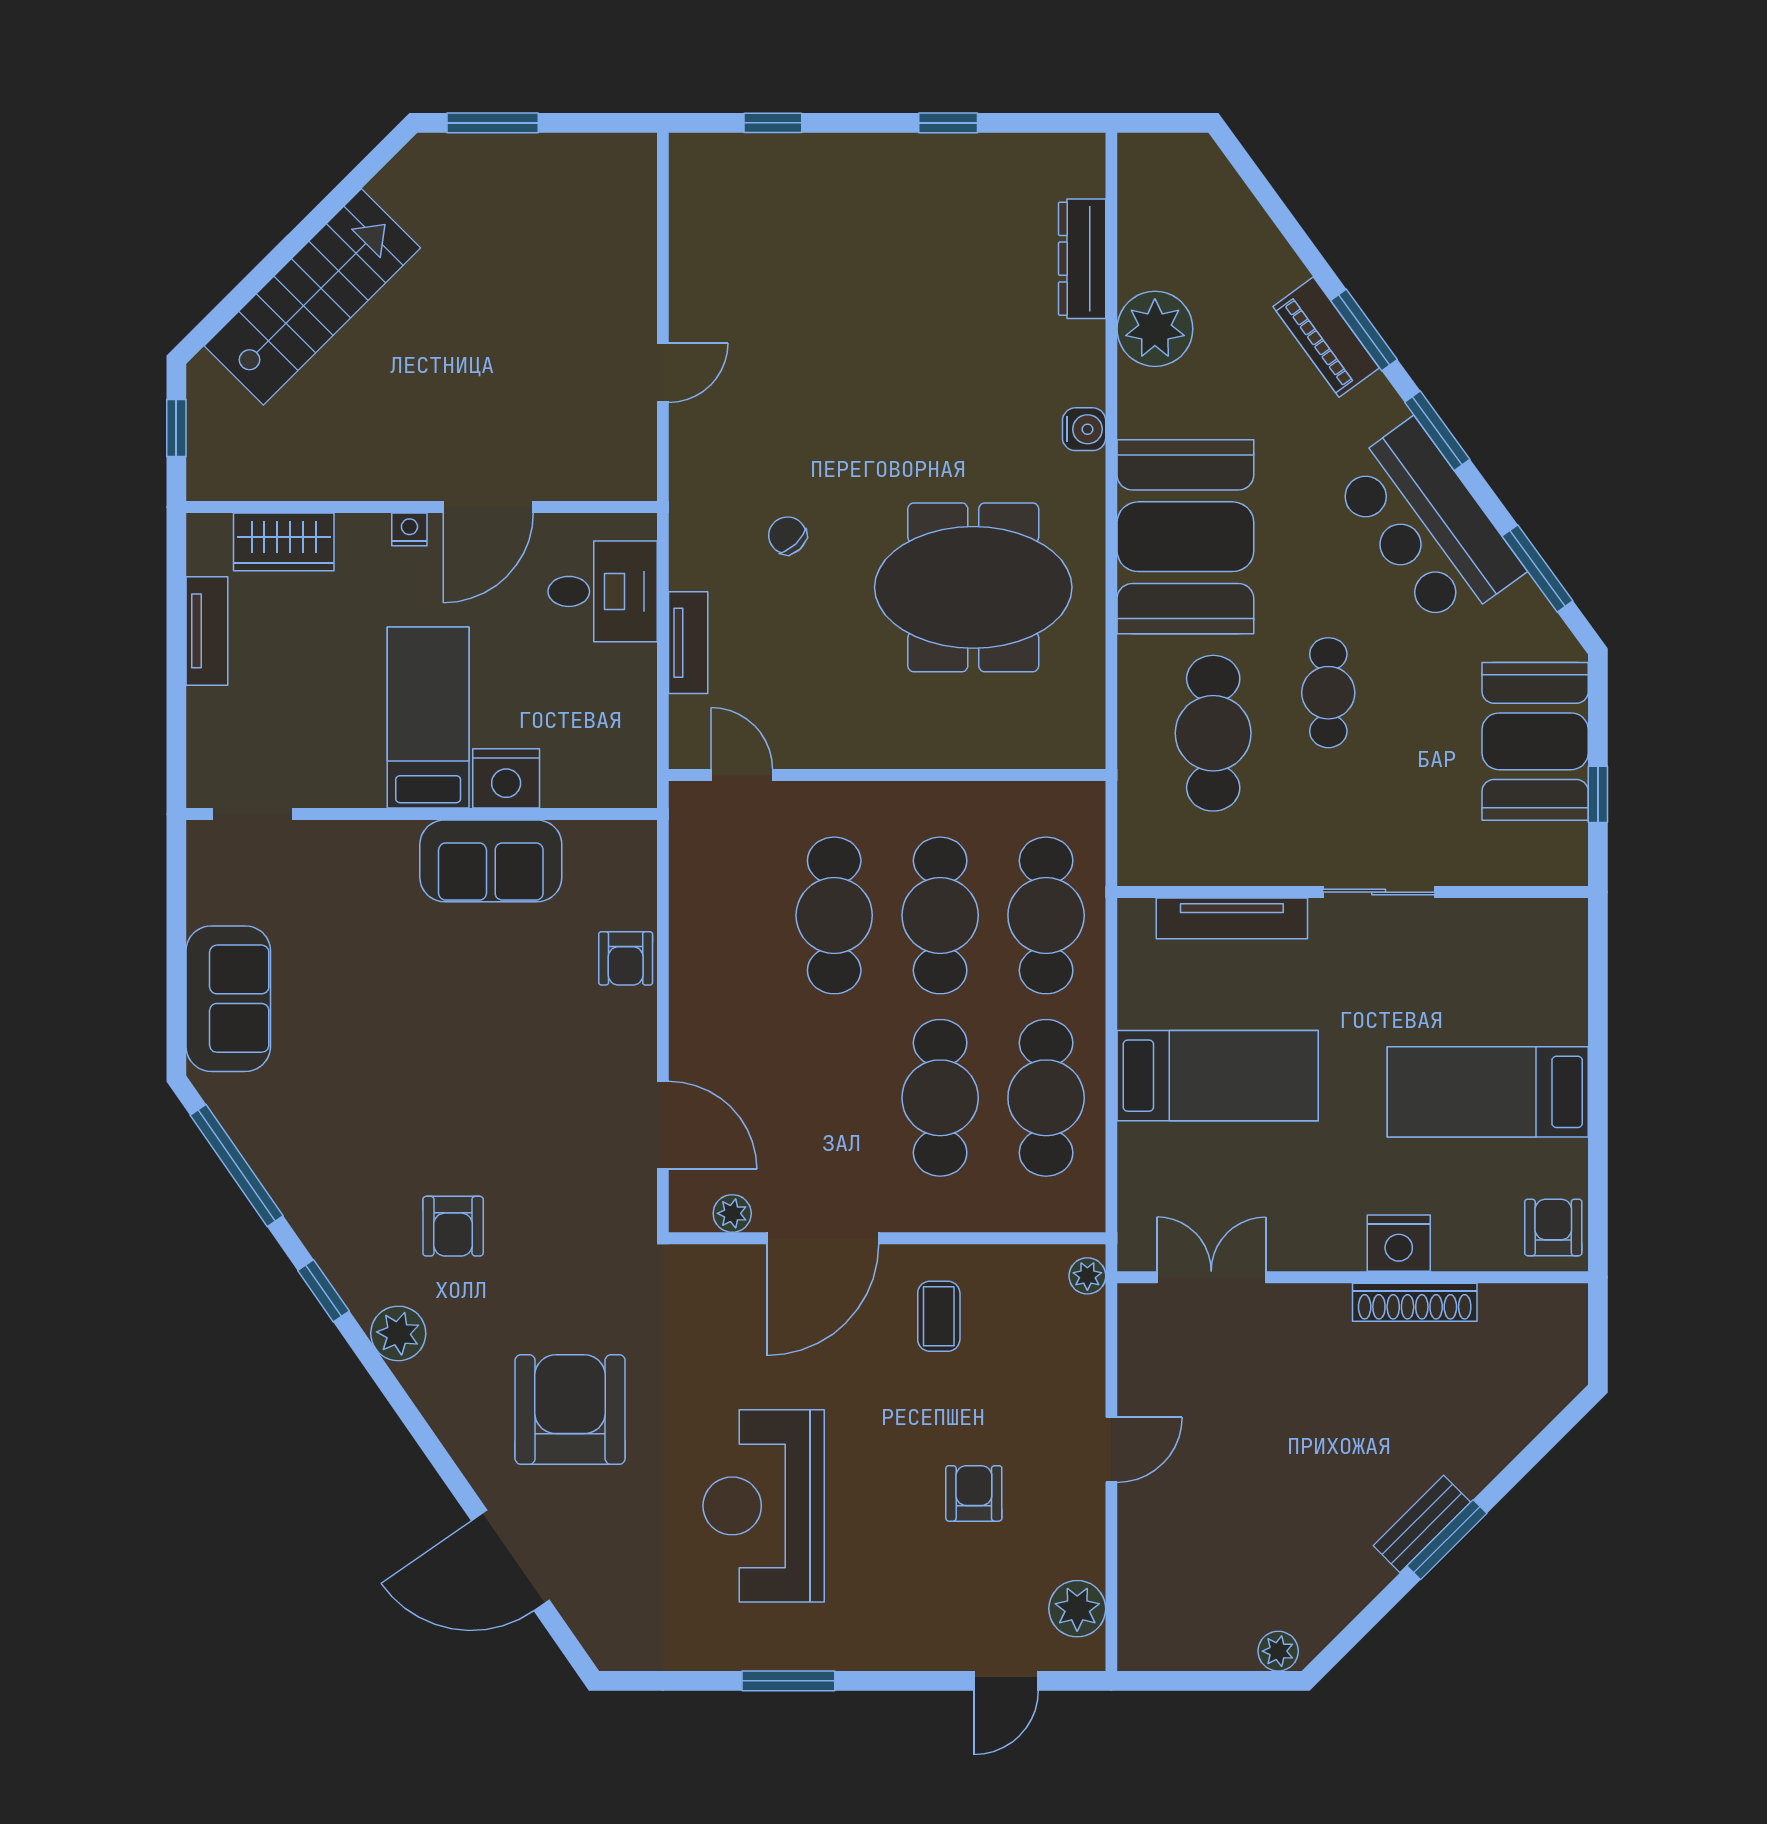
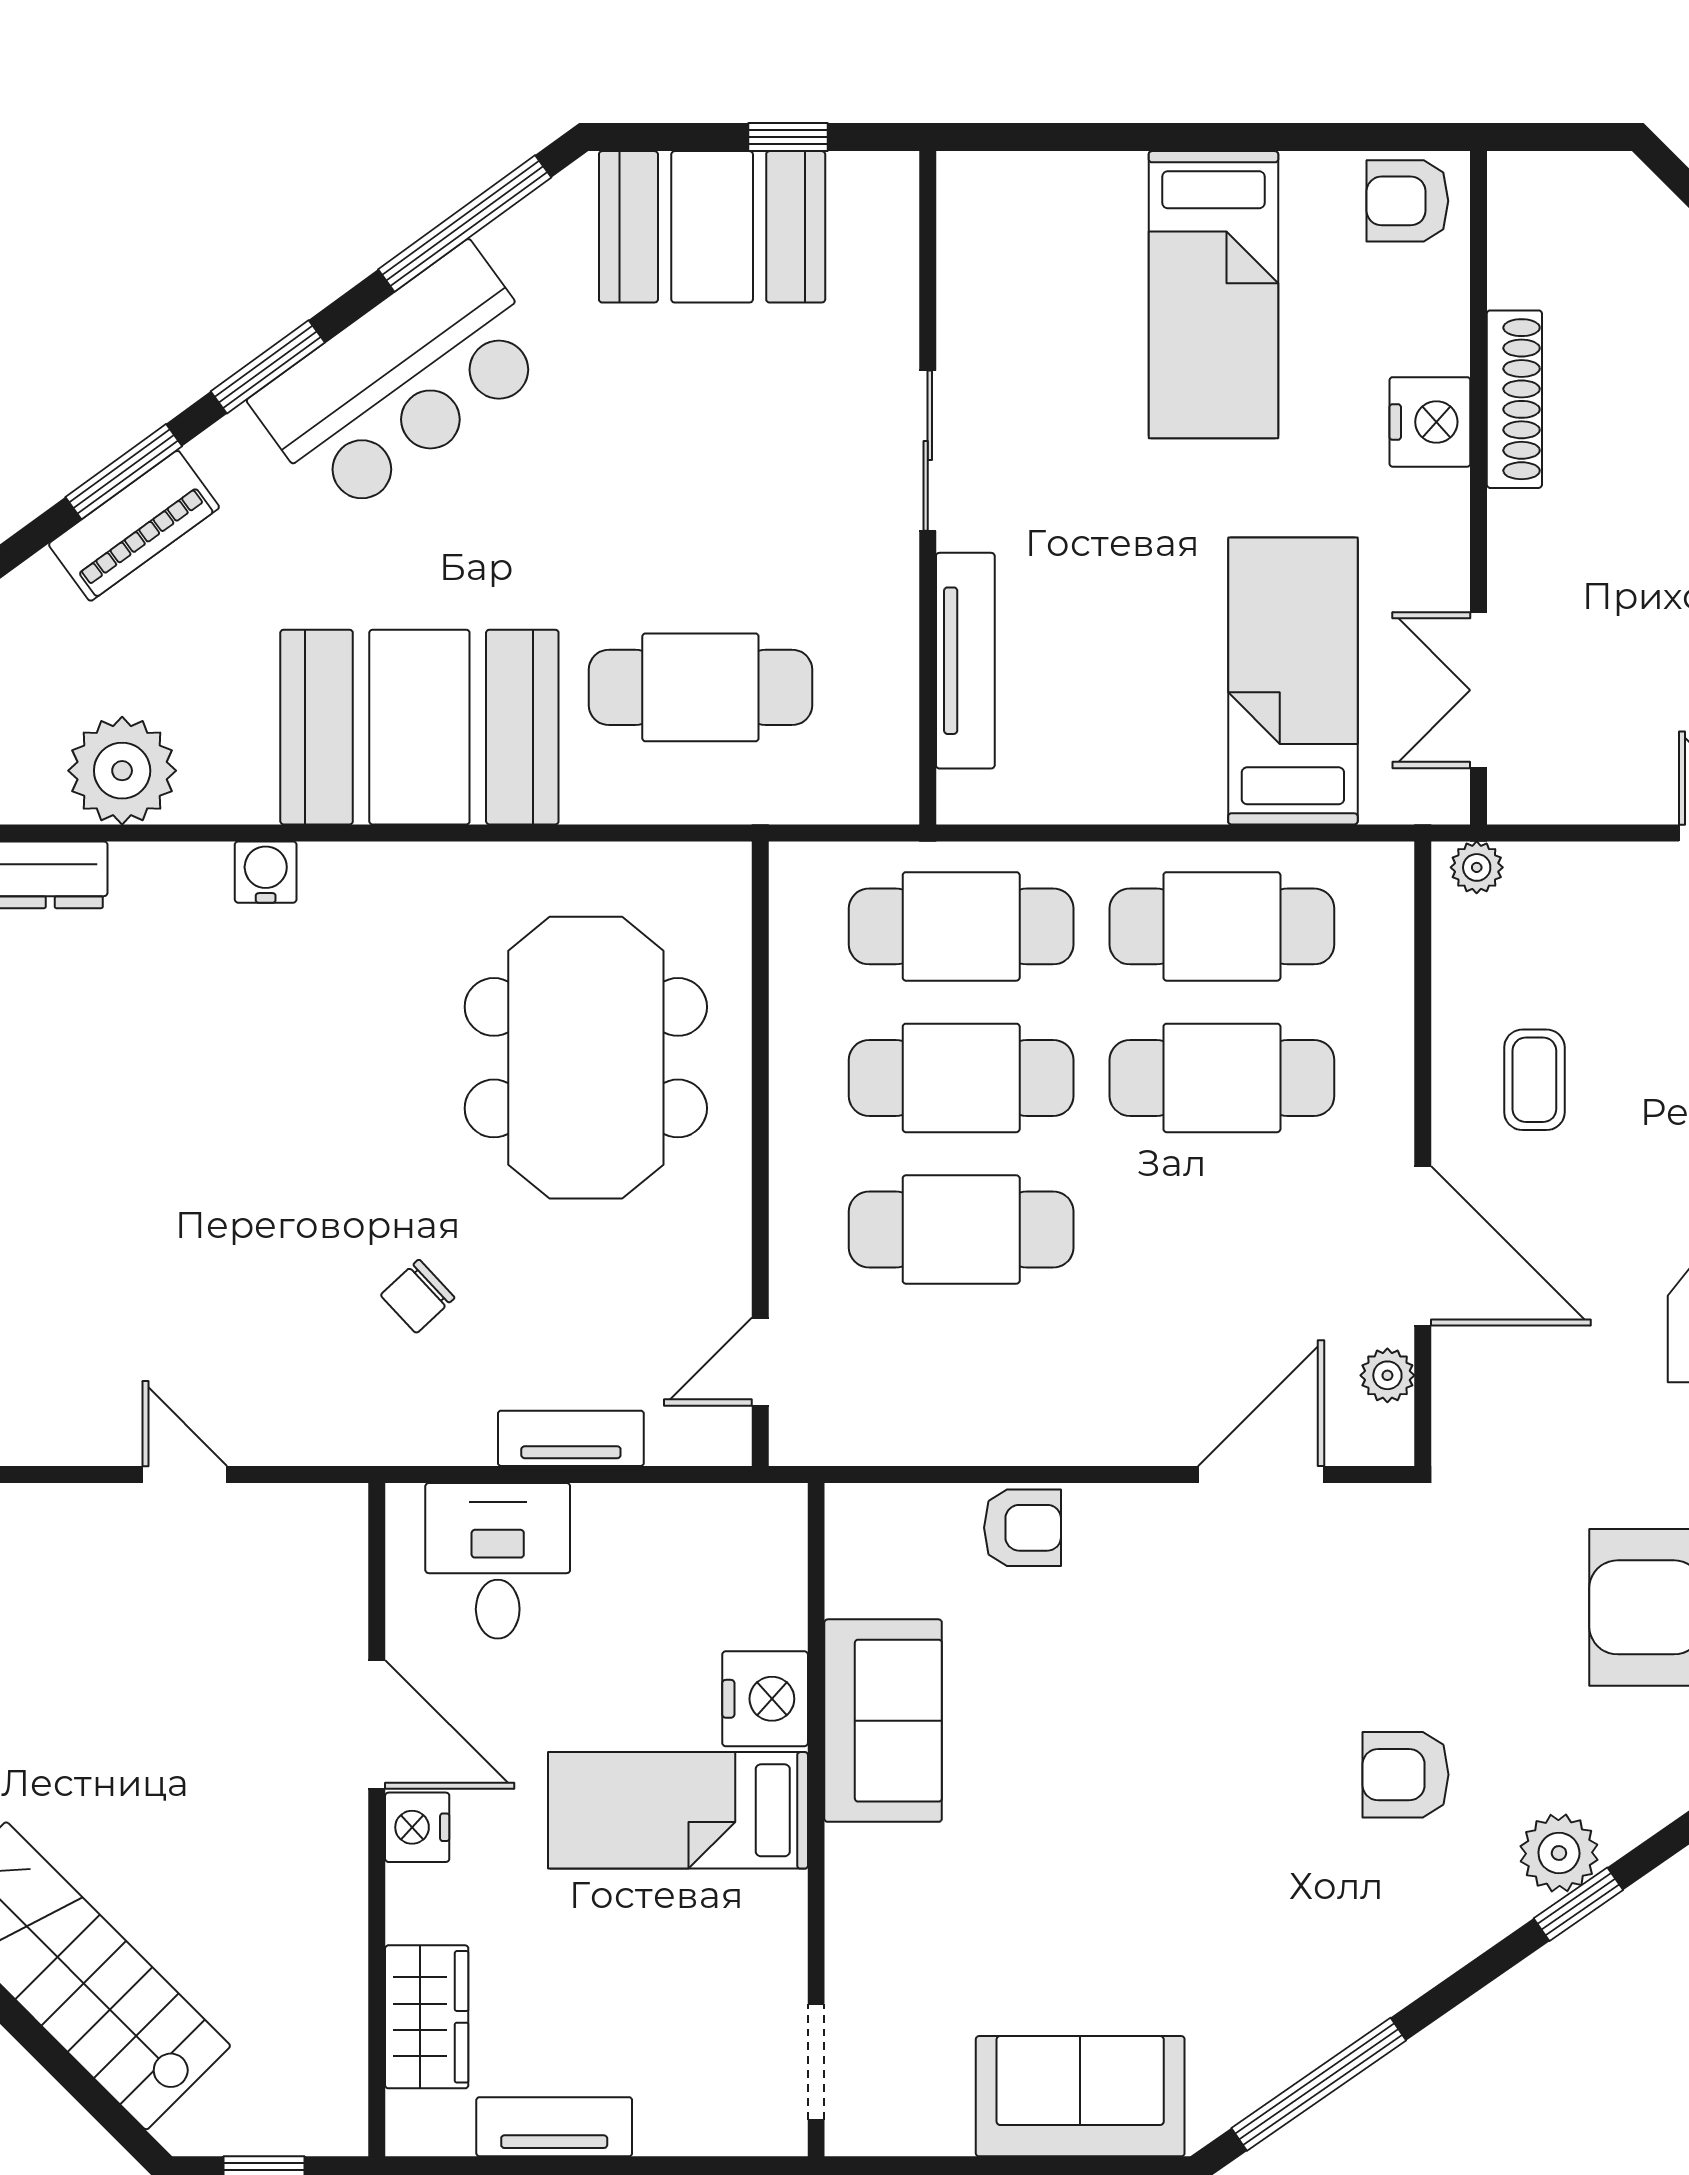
nightstand: (409, 529) -> (417, 1827), width x1.39, depth x1.35
window: (1537, 568) -> (465, 223), width x1.44
meeting table: (973, 587) -> (586, 1058), moved
cafe table: (1328, 693) -> (642, 523), removed
bed: (1218, 1076) -> (1293, 681), moved
armchair: (453, 1226) -> (1406, 1775), turned 180
window: (323, 1291) -> (1578, 1904), moved
coffee table: (939, 1316) -> (1534, 1080), turned 90

